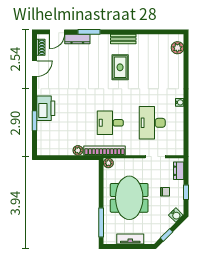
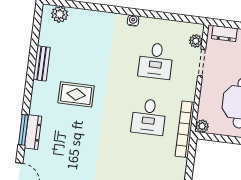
dresser: (77, 39) -> (33, 132), moved
bench: (123, 39) -> (42, 63), moved
desk: (152, 123) -> (156, 61), width x0.73
plant: (78, 150) -> (196, 41), moved

